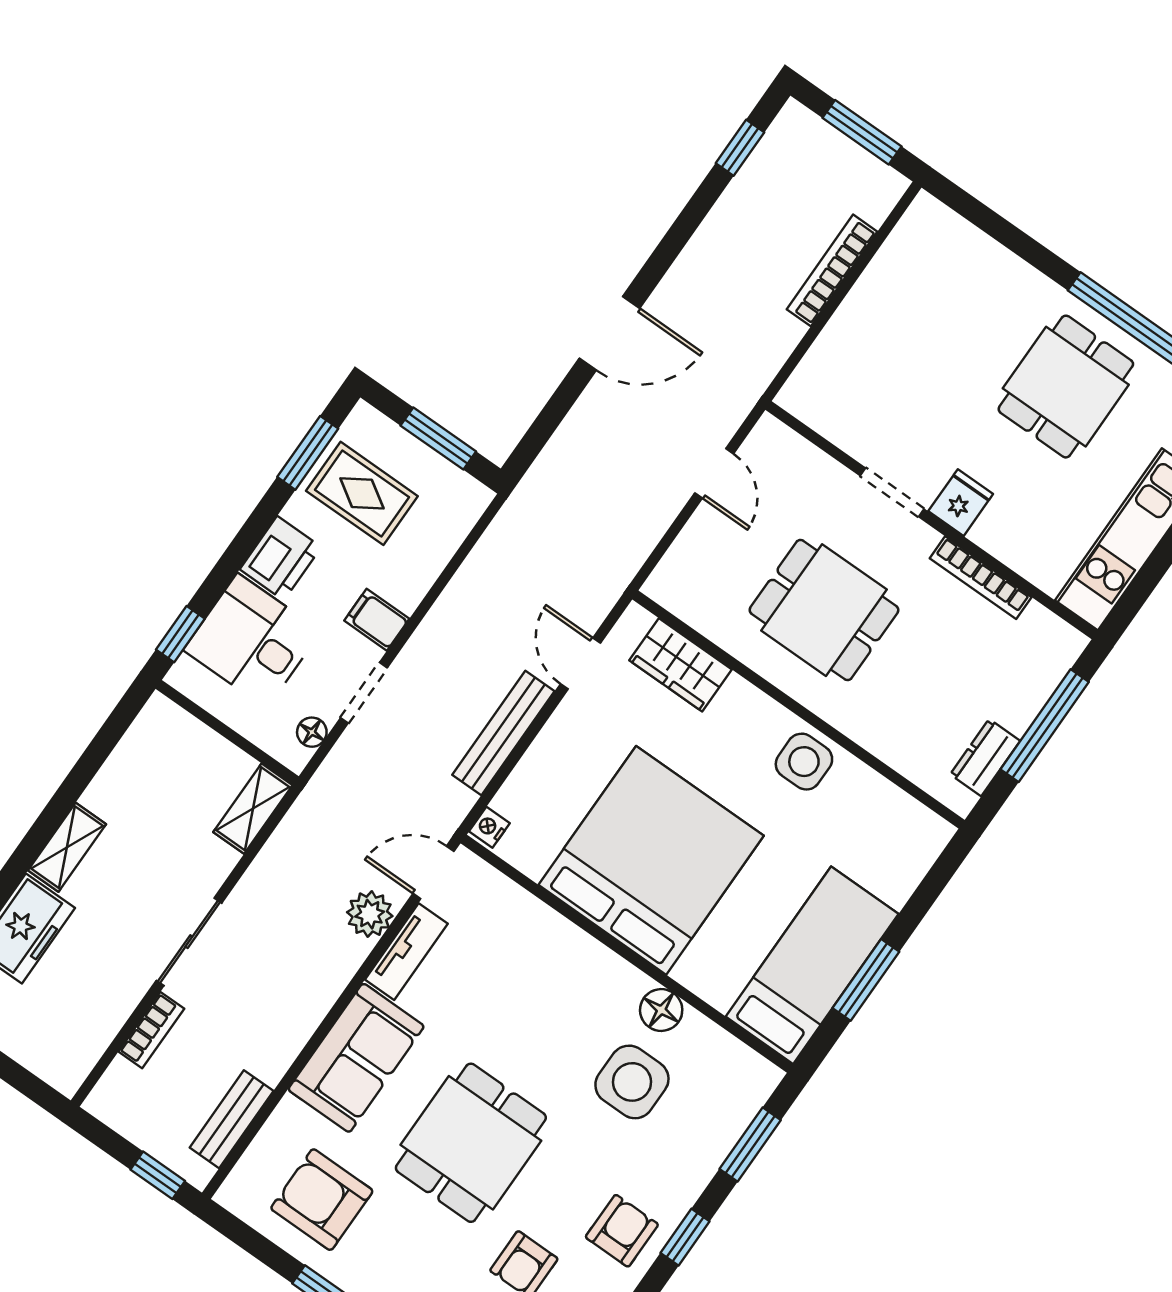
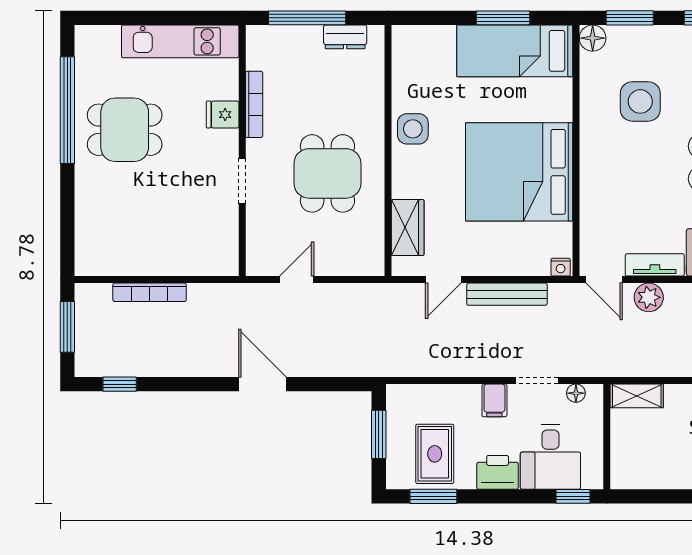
fridge: (961, 503) -> (223, 115), moved
floor lamp: (661, 1010) -> (593, 38), moved

